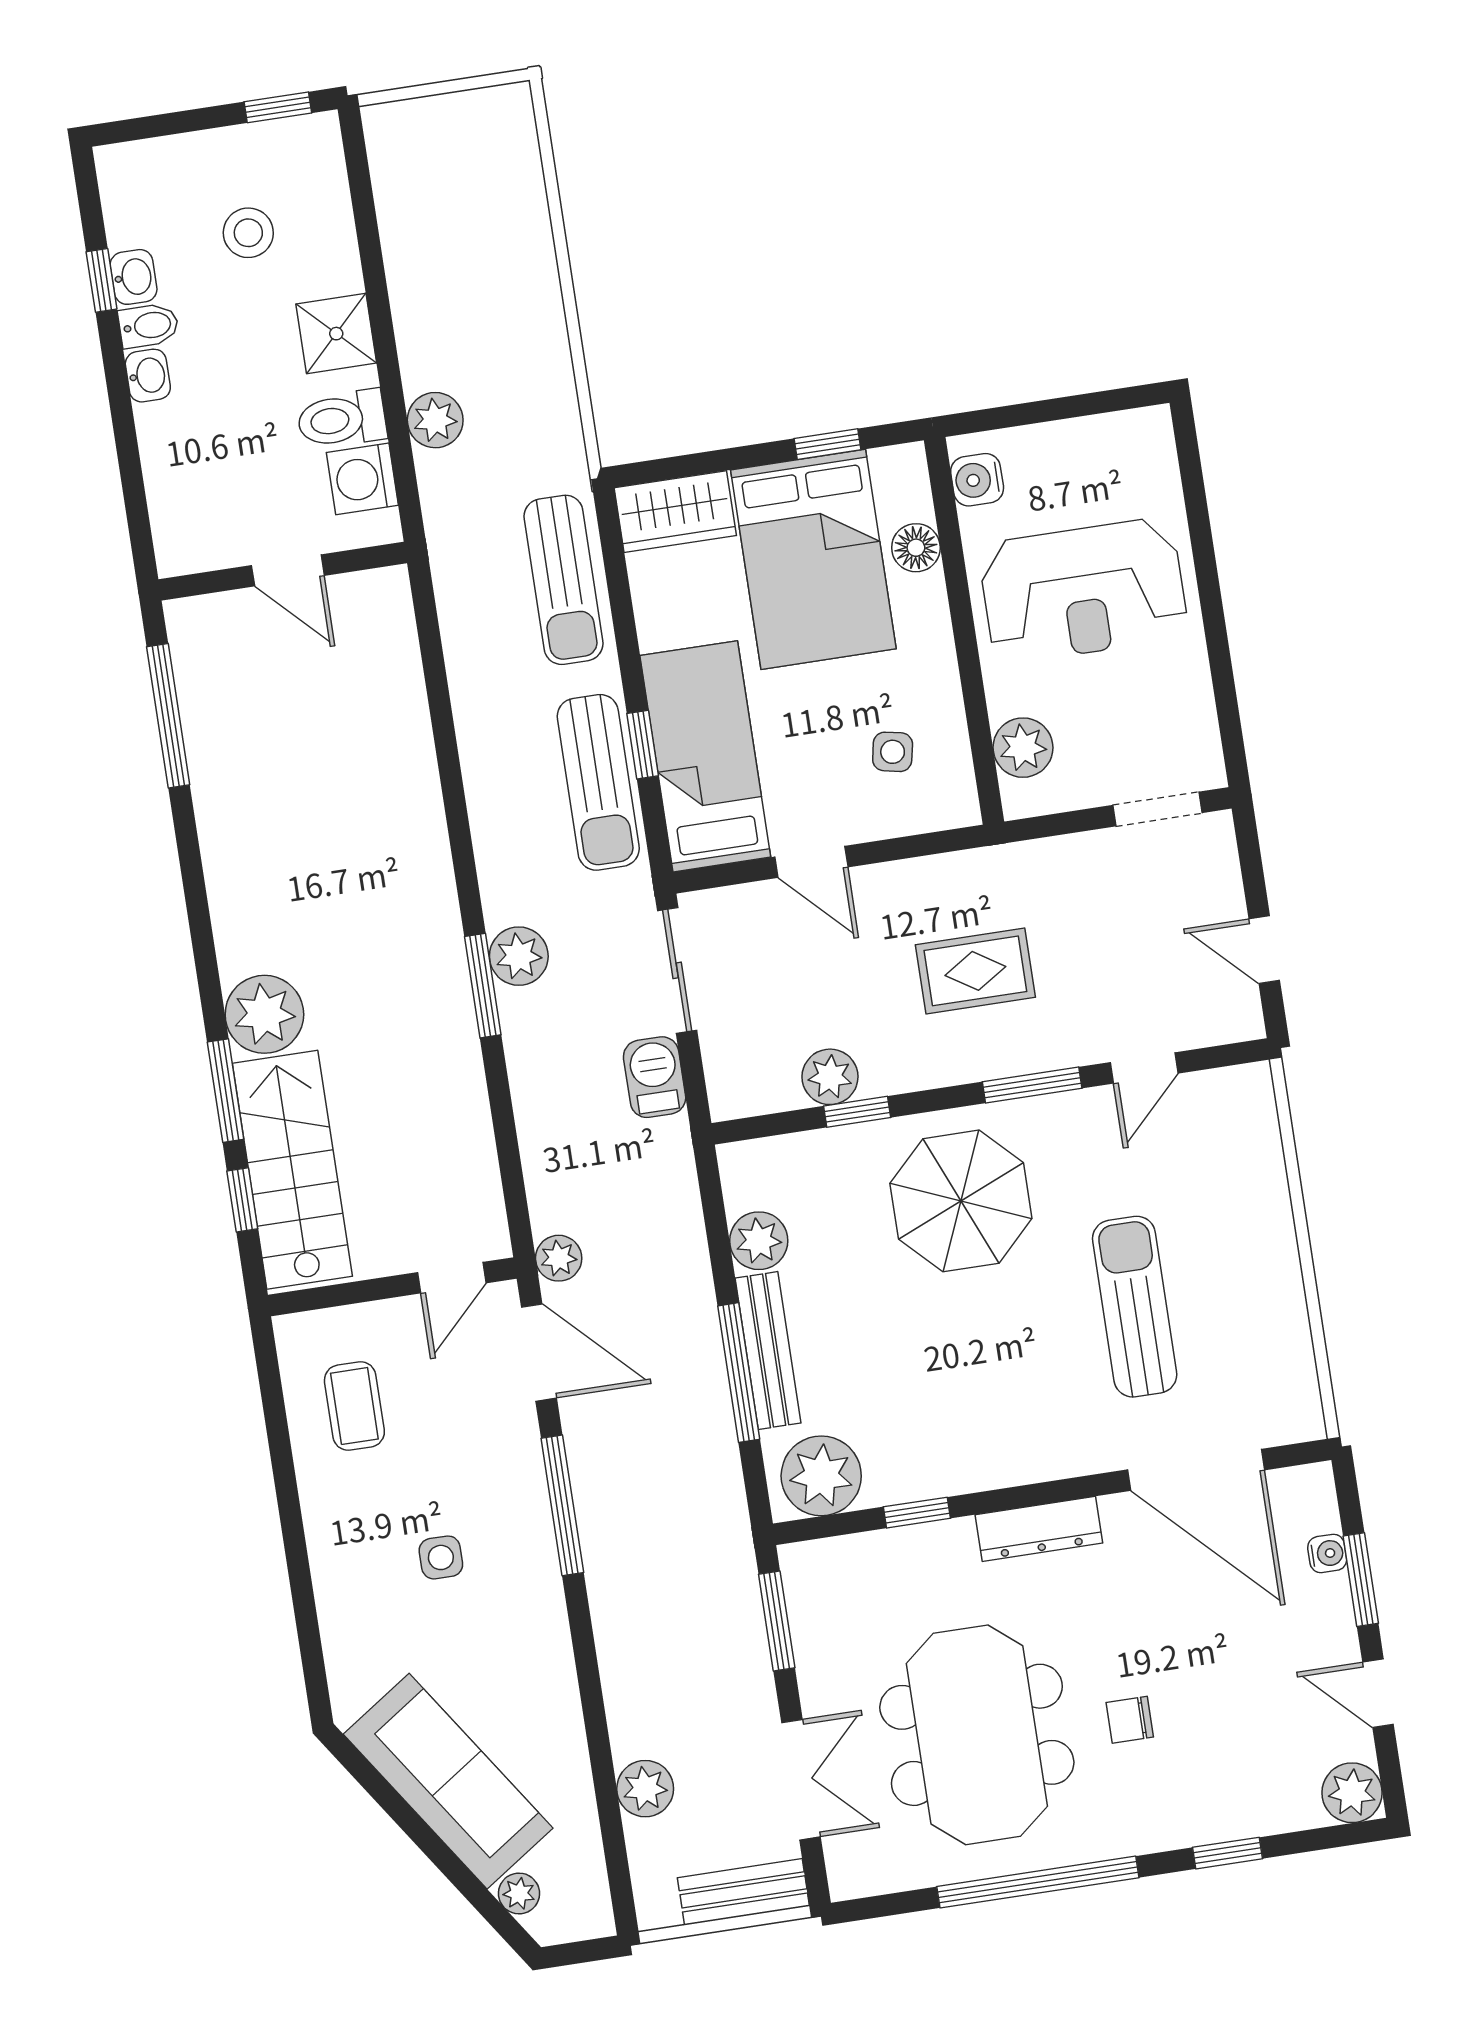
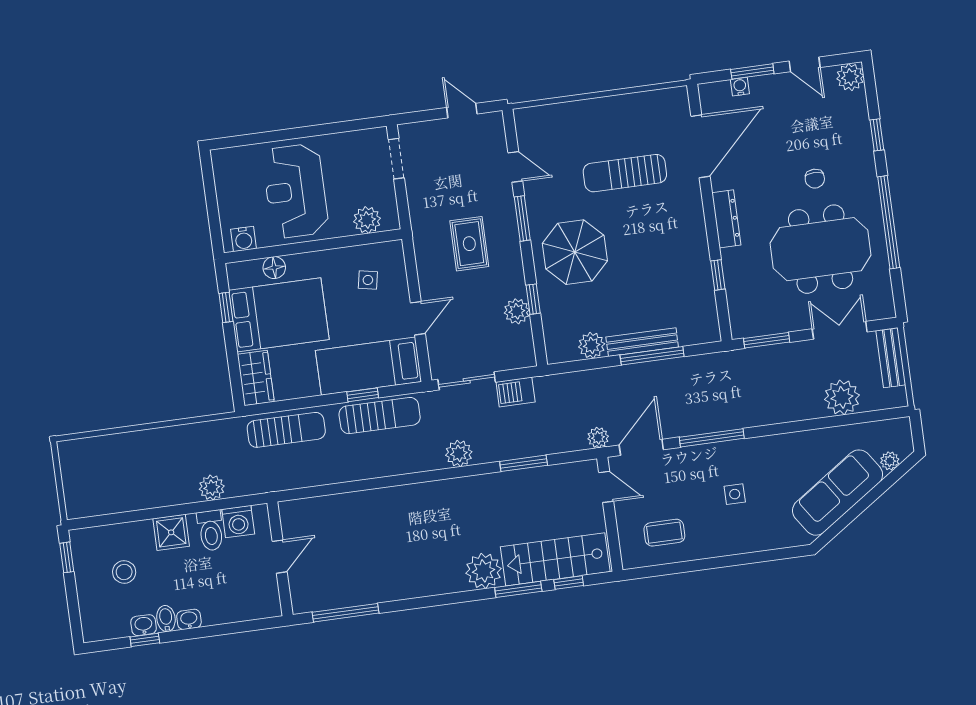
reception desk: (1083, 591) -> (295, 191), turned 180
door: (1264, 950) -> (462, 111), swing flipped
window: (483, 986) -> (524, 463), moved
plant: (821, 1476) -> (700, 319), removed
door: (1378, 1693) -> (805, 64), hinge flipped
plant: (645, 1789) -> (842, 397), width x1.36, depth x1.36

